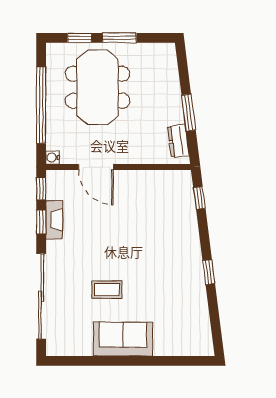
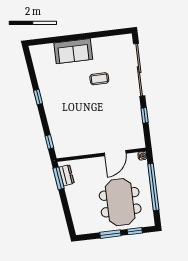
window: (189, 113) -> (59, 178), moved
door: (96, 167) -> (115, 153), swing flipped
window: (41, 189) -> (147, 136), removed
fireplace: (54, 220) -> (137, 118), removed
sofa: (123, 339) -> (73, 51), moved

